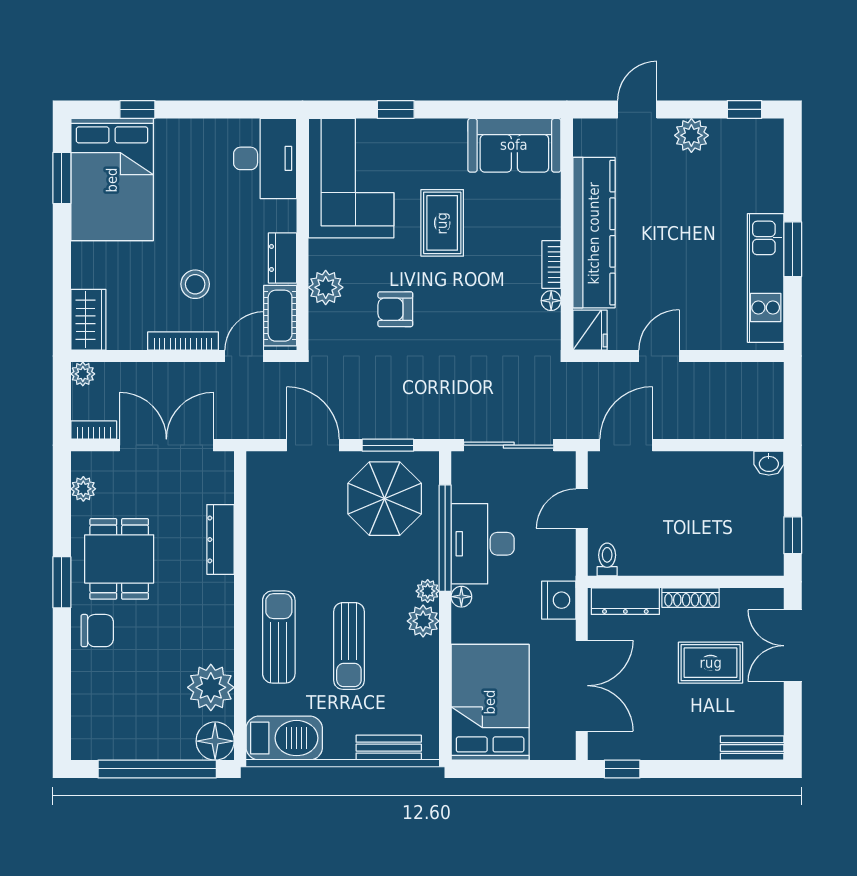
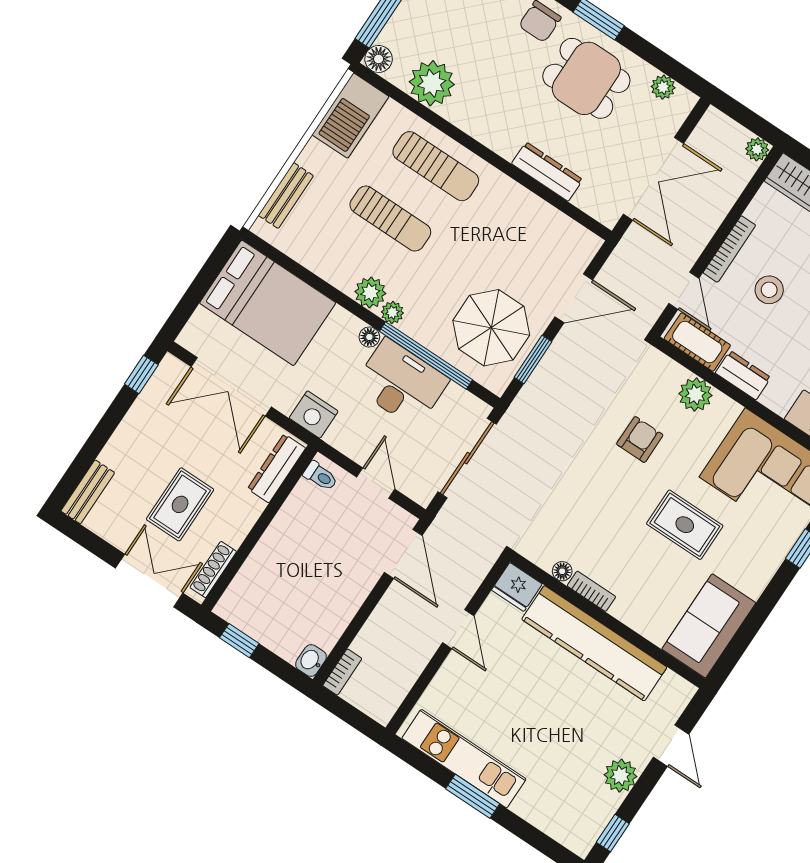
bookcase: (94, 430) -> (342, 672), moved
shoe rack: (690, 598) -> (213, 570), moved
sun lounger: (349, 646) -> (390, 218), turned 180
floor lamp: (215, 741) -> (379, 59), width x0.73, depth x0.73

